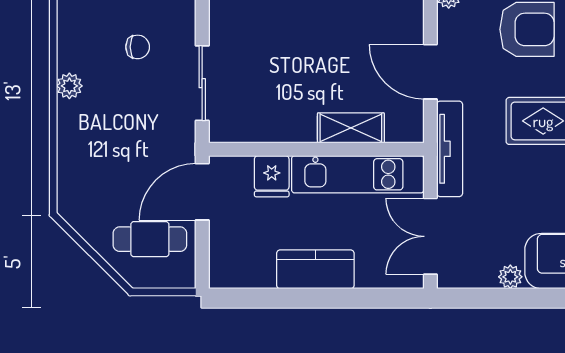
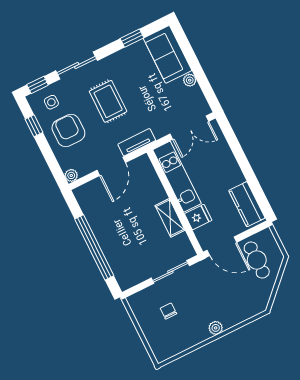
plant: (69, 86) -> (216, 328), moved
shelving: (351, 128) -> (170, 218), moved
tv unit: (450, 149) -> (137, 142), width x0.71
kitchen counter: (315, 269) -> (247, 204), moved

